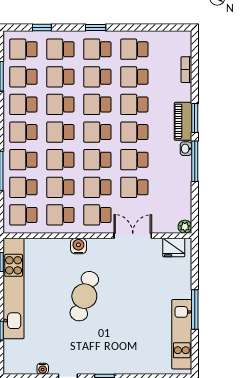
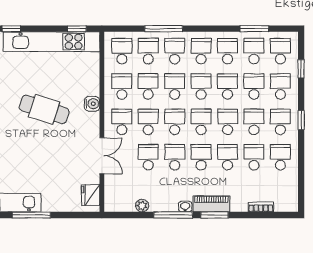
plant: (185, 227) -> (142, 206), moved

